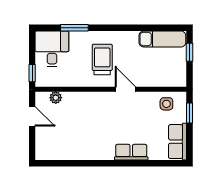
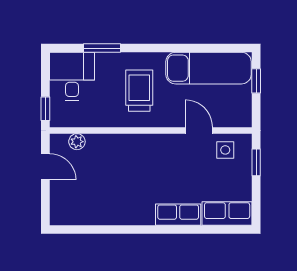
exam couch: (162, 39) -> (209, 68), width x1.36, depth x1.45
door: (125, 89) -> (199, 130), moved
row of seats: (178, 142) -> (227, 213), moved, turned 90

